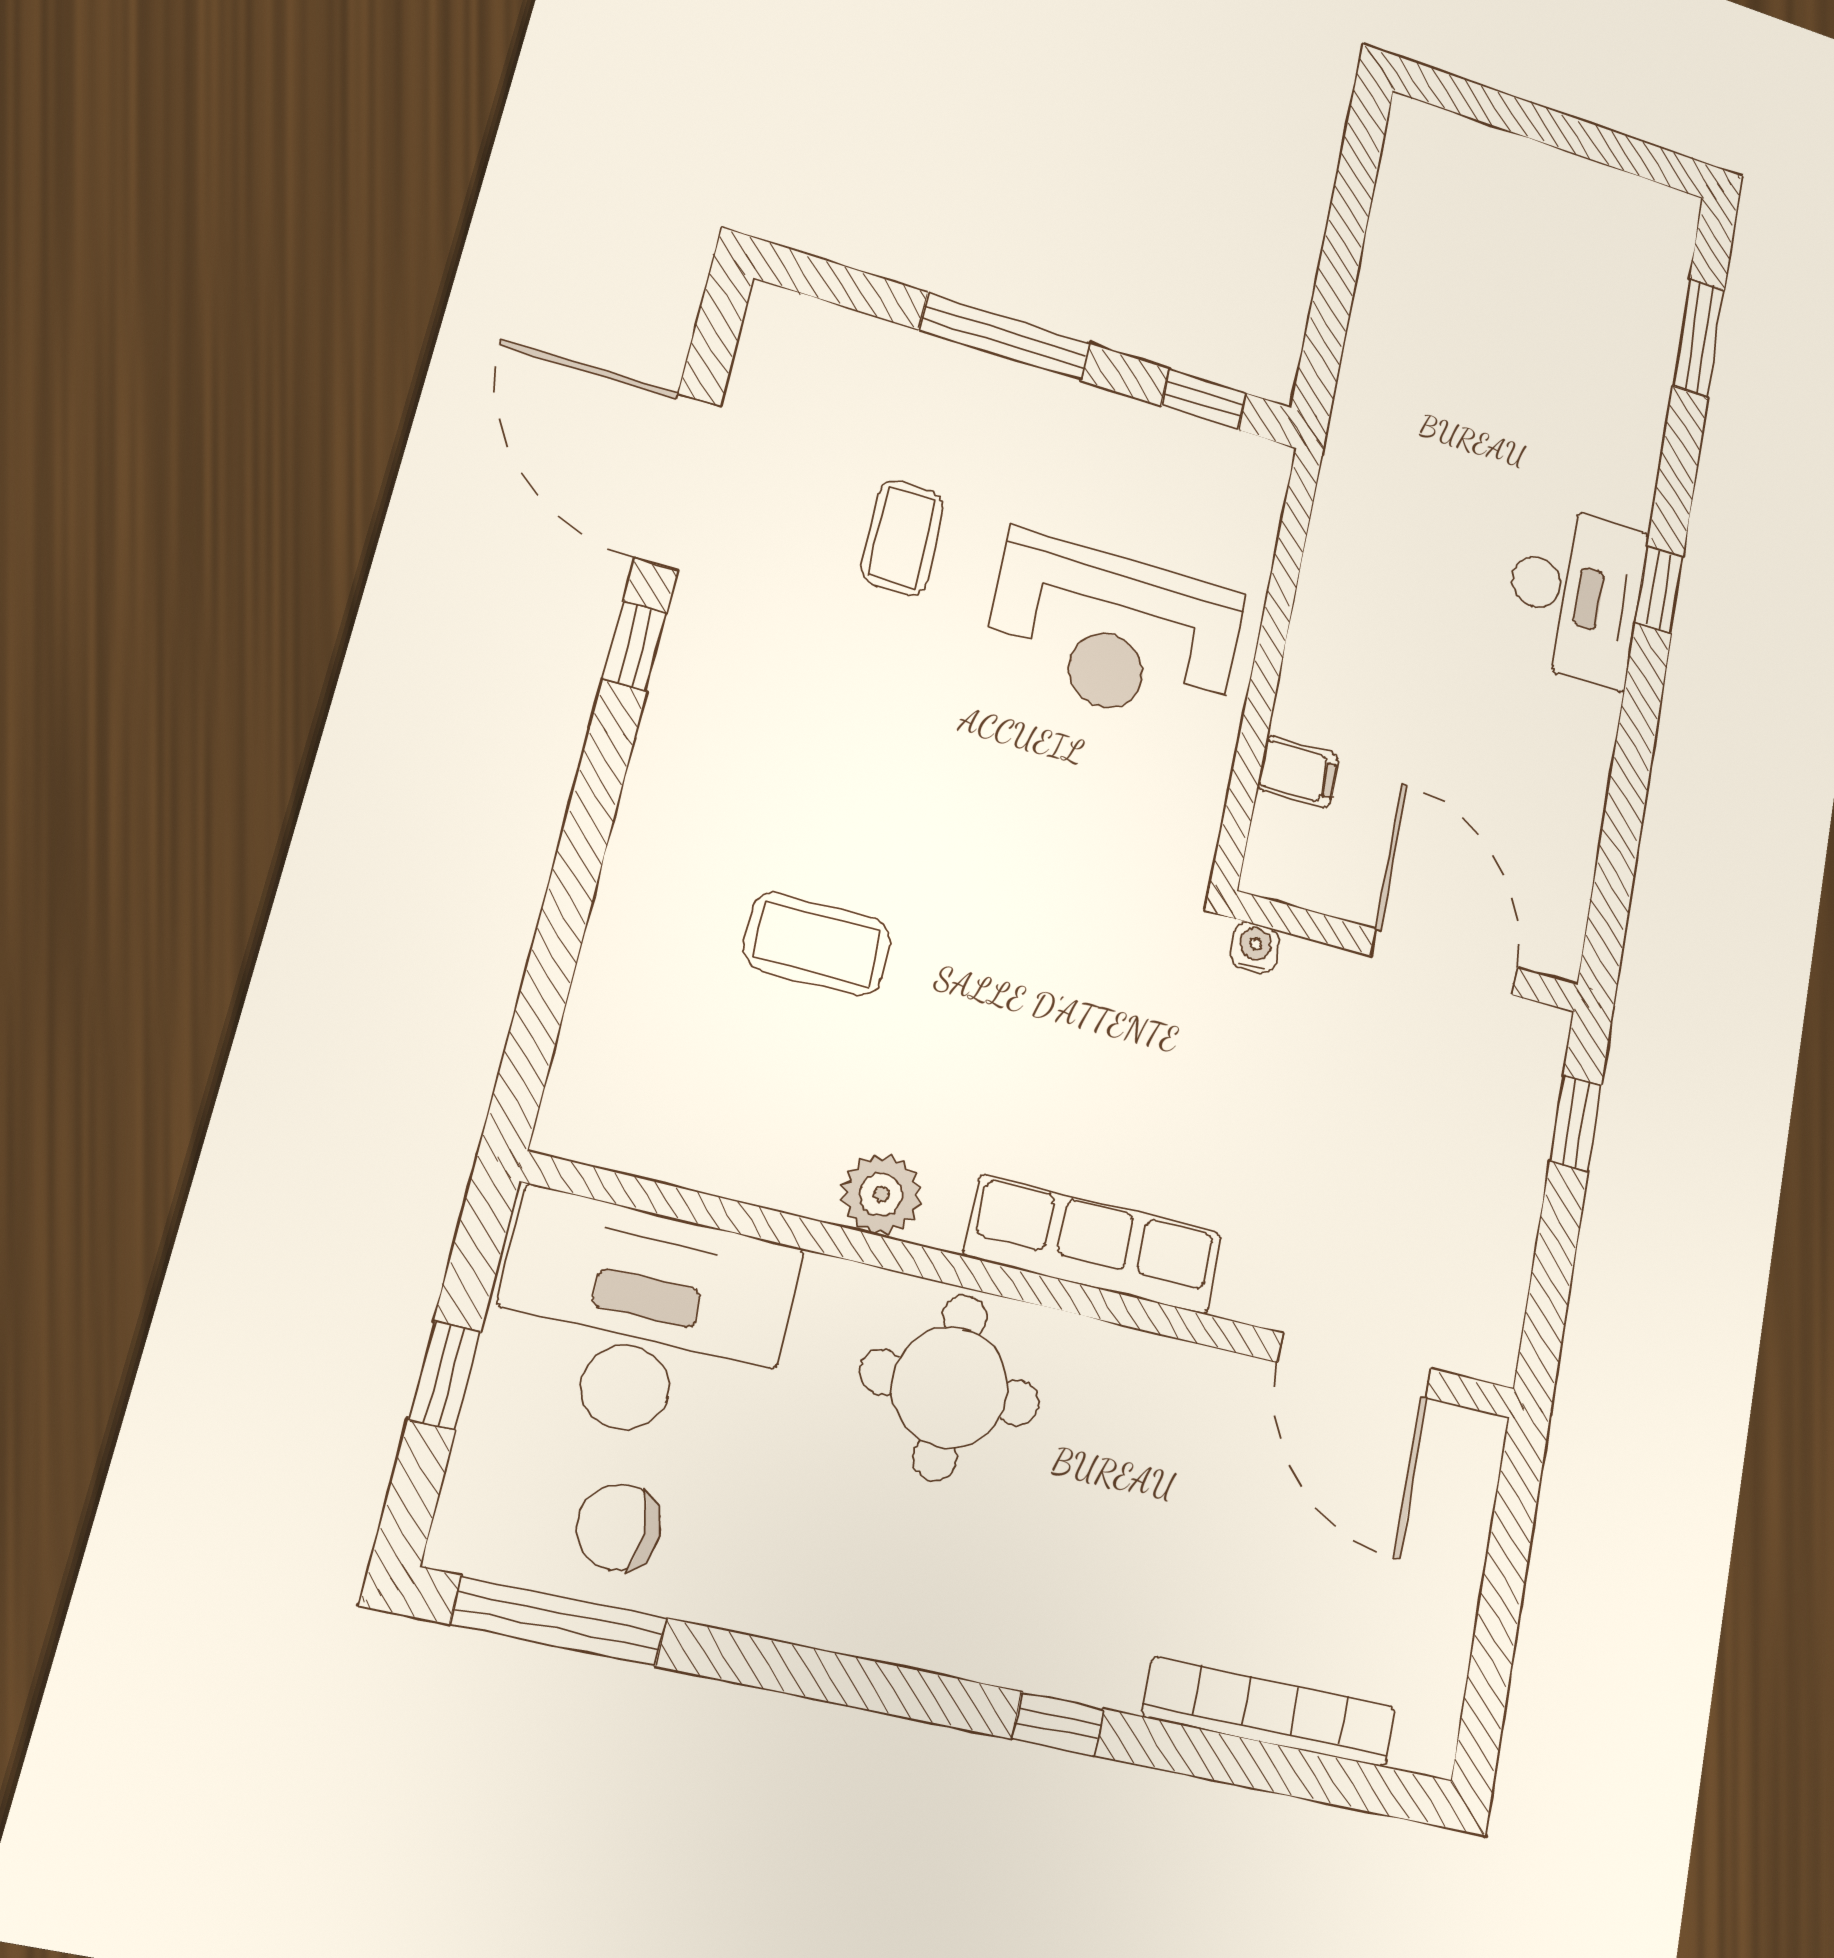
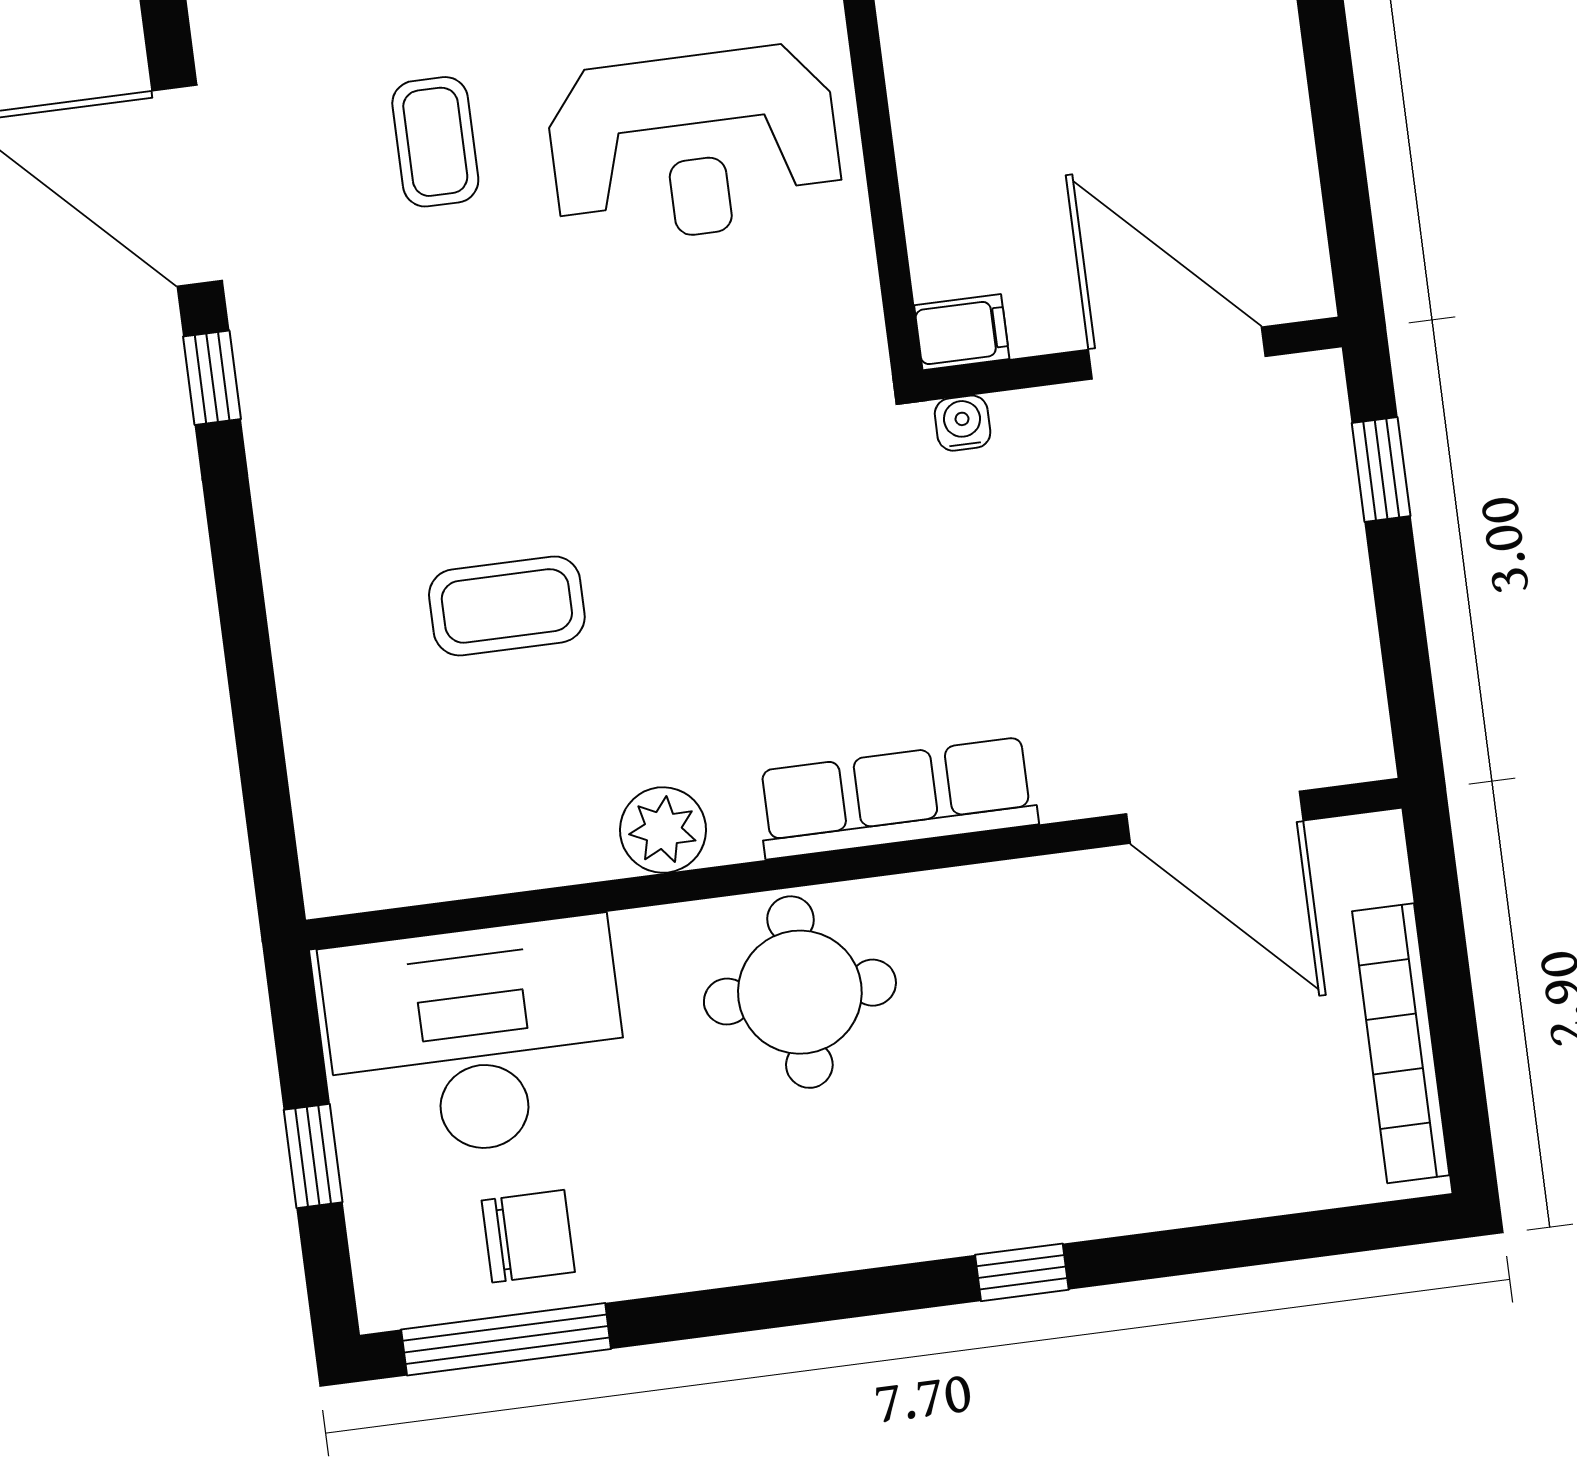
filing cabinet: (1298, 772) -> (962, 332), moved
chair: (618, 1527) -> (528, 1236), turned 180
bookcase: (1270, 1712) -> (1401, 1043), moved, turned -90

